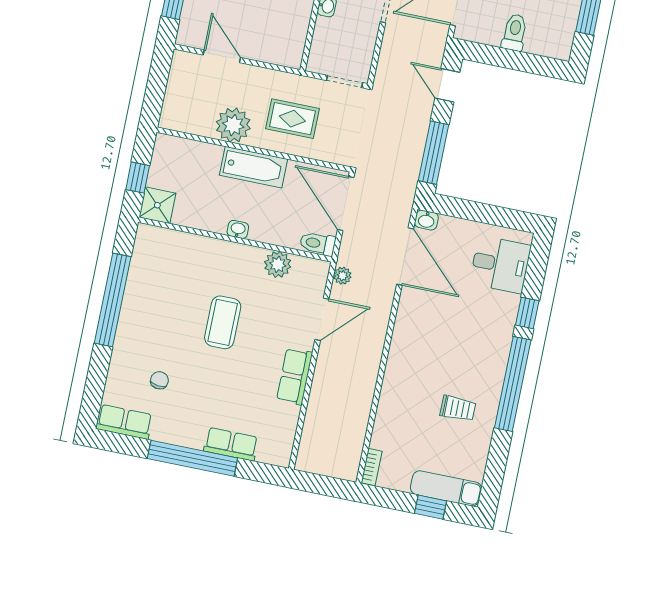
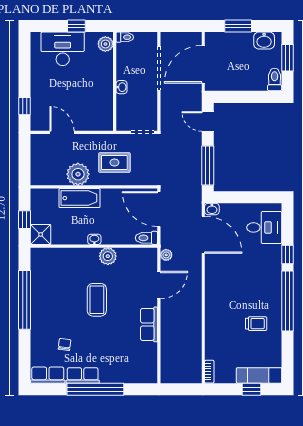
toilet: (515, 32) -> (275, 79), moved
bathtub: (253, 167) -> (79, 198), moved
plant: (278, 264) -> (108, 256), moved
row of seats: (231, 444) -> (83, 375), moved

